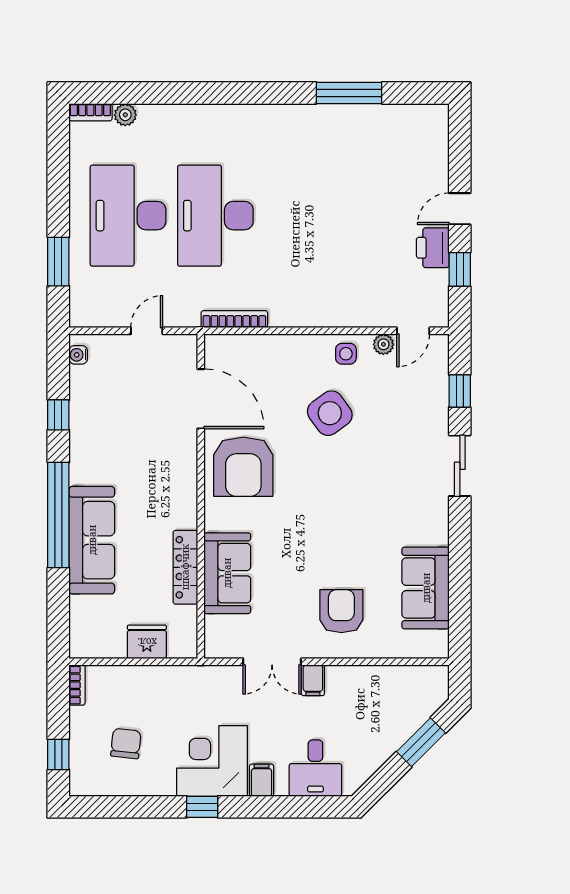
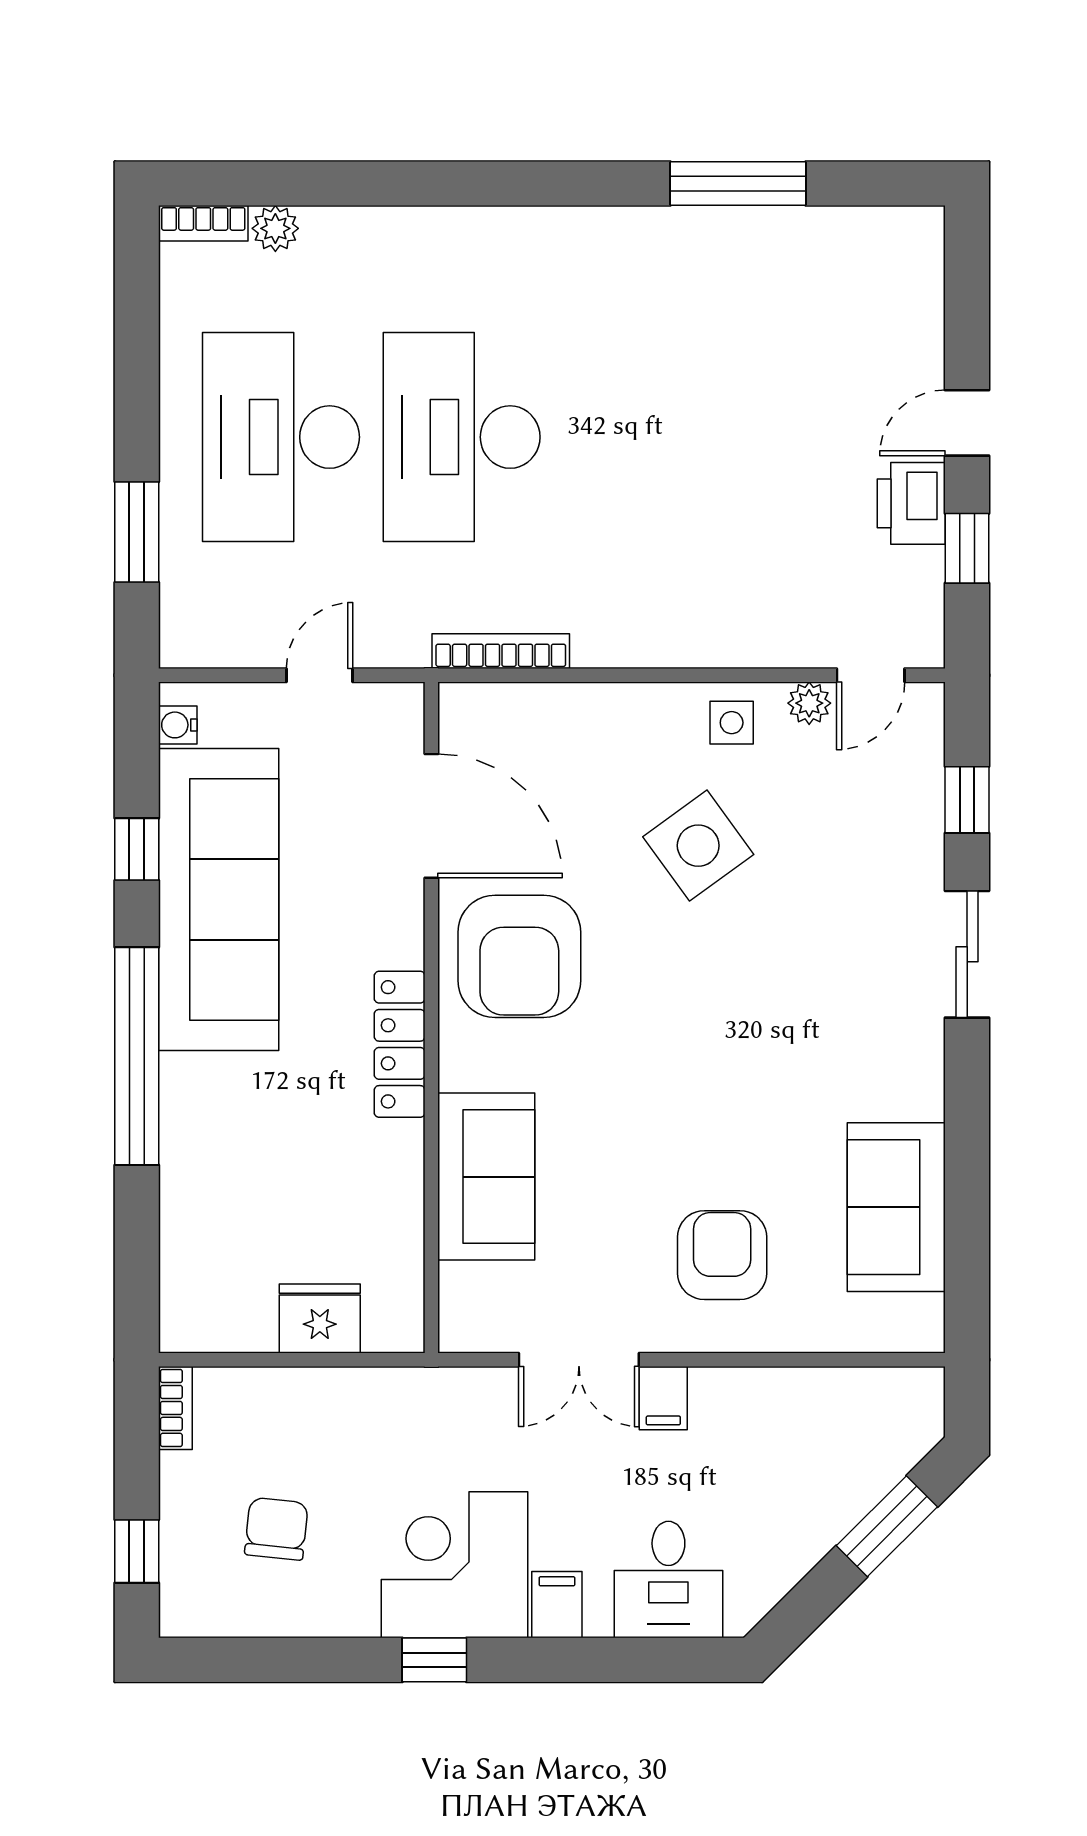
sofa: (92, 540) -> (219, 900), moved, width x1.36, depth x1.27
locker: (185, 567) -> (400, 1044), moved

